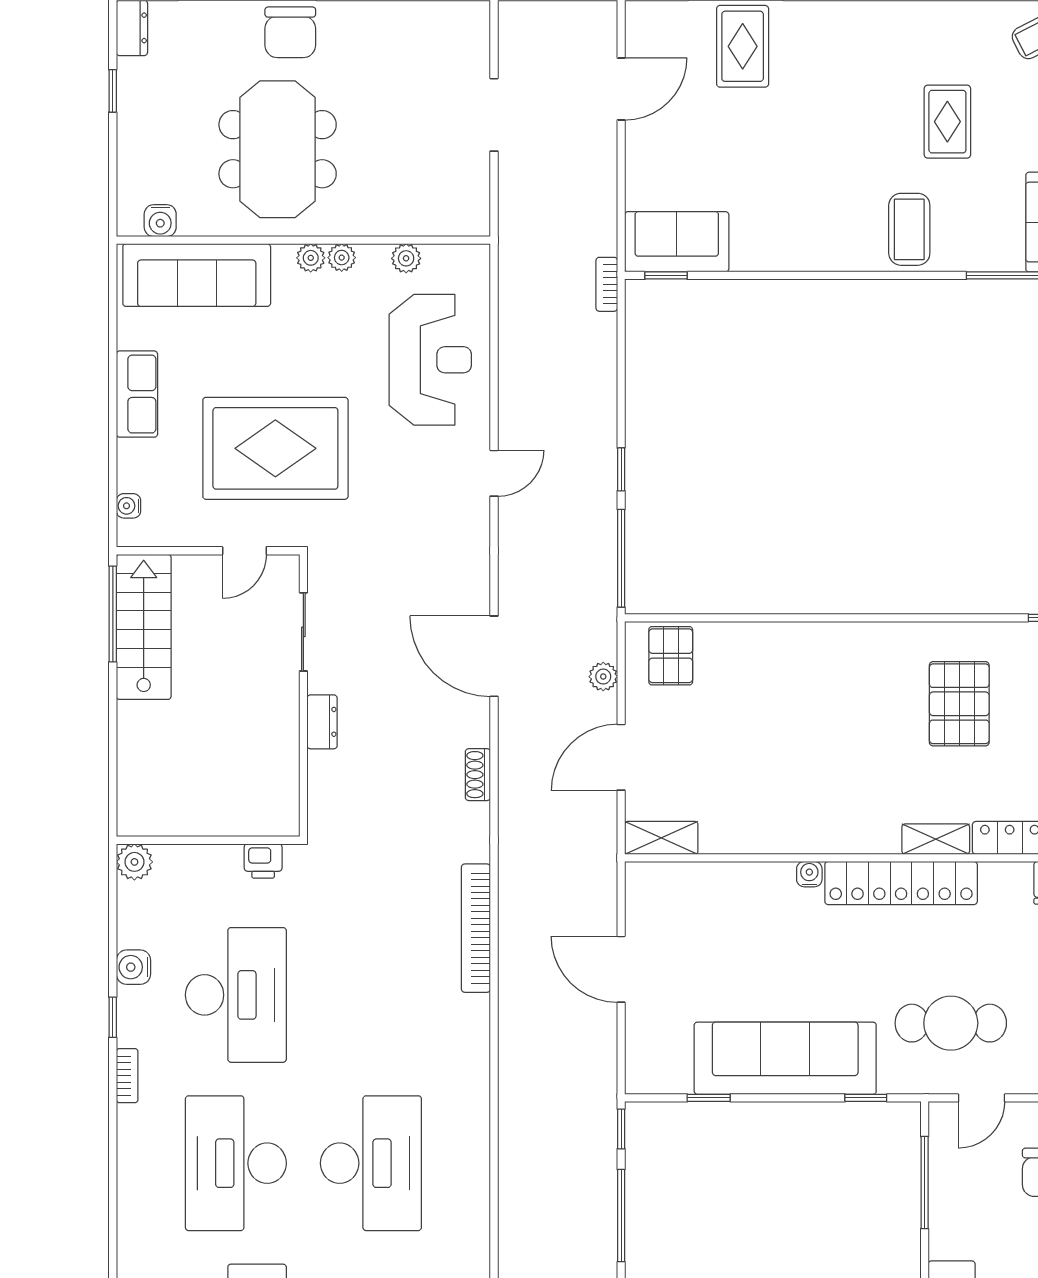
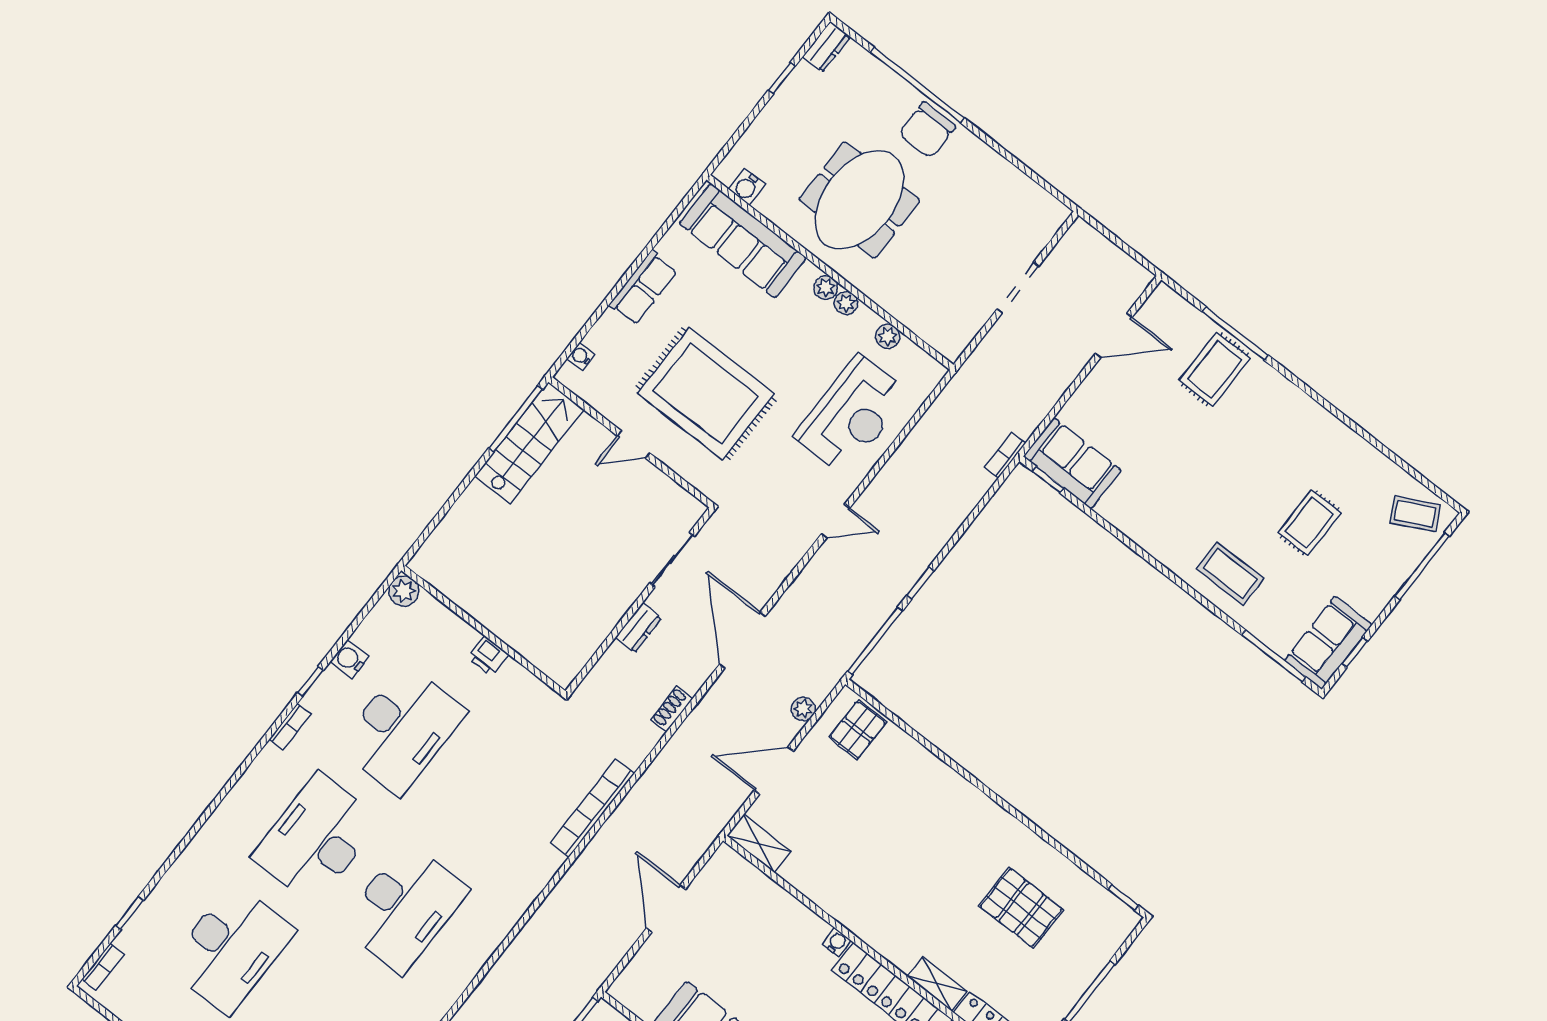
coffee table: (909, 229) -> (1230, 573), turned 90
sliding door: (303, 632) -> (672, 560), moved
wall: (303, 696) -> (640, 601), moved
pallet: (959, 704) -> (1021, 908), turned 90
dresser: (322, 722) -> (638, 628), moved

